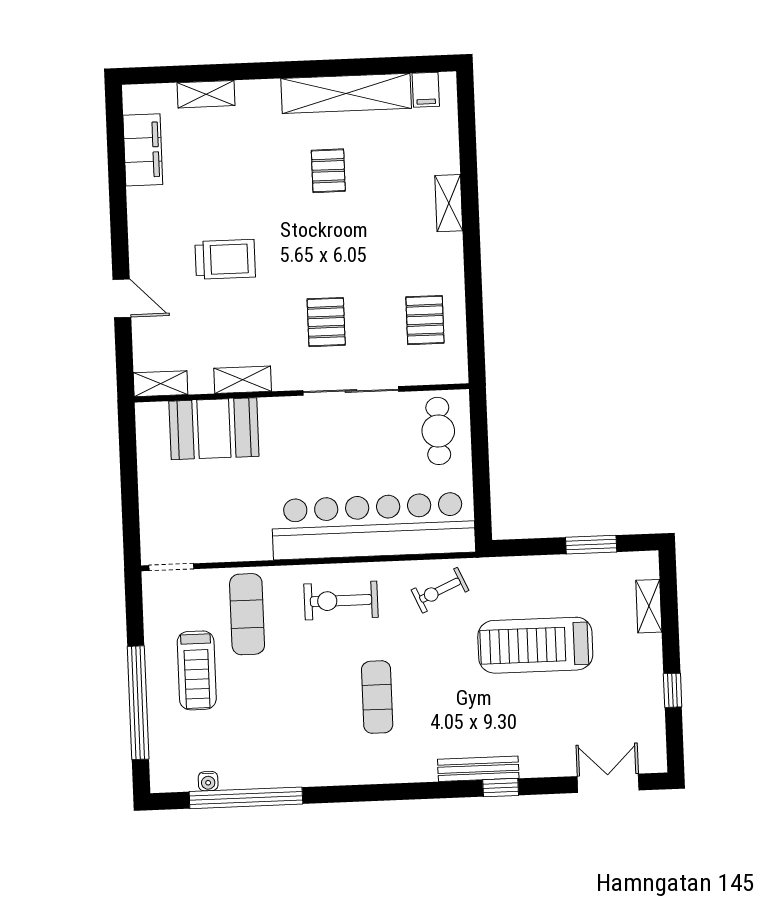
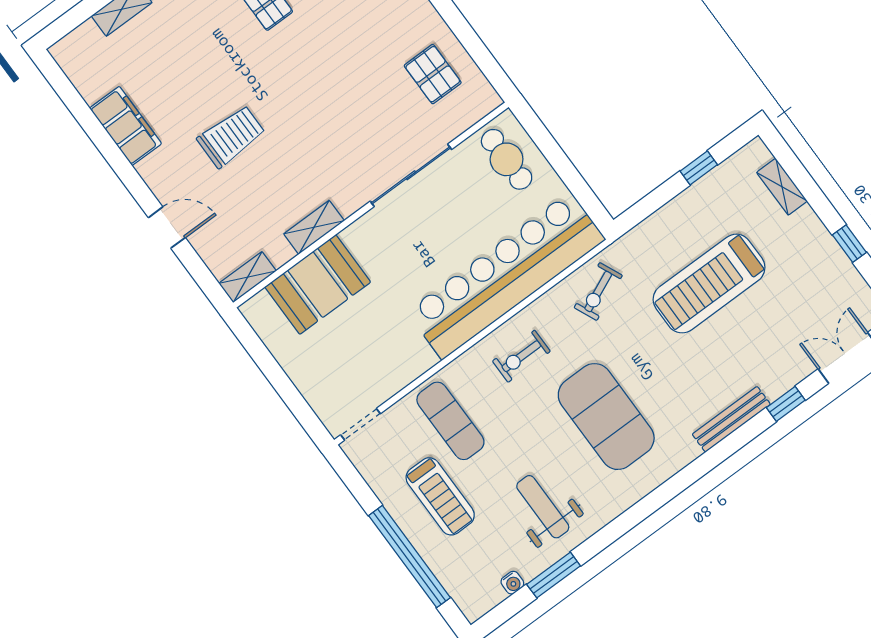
filing cabinet: (143, 150) -> (126, 126), moved
pallet: (326, 322) -> (351, 132), removed
window: (591, 545) -> (699, 168), width x0.67
exercise bike: (341, 601) -> (521, 356), width x0.73, depth x0.72
exercise mat: (377, 697) -> (606, 417), width x2.00, depth x1.45
weight bench: (275, 736) -> (543, 507), added
window: (501, 788) -> (786, 404), moved
window: (246, 798) -> (554, 575), width x0.47

